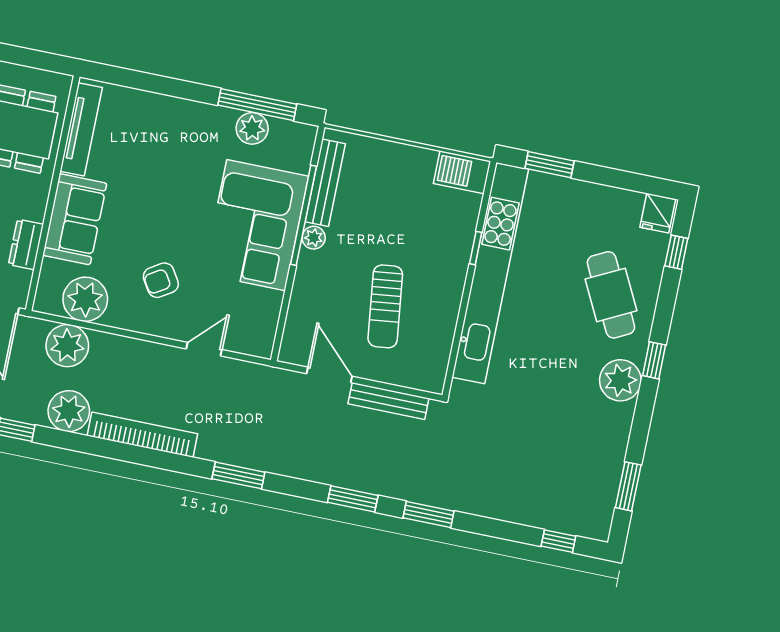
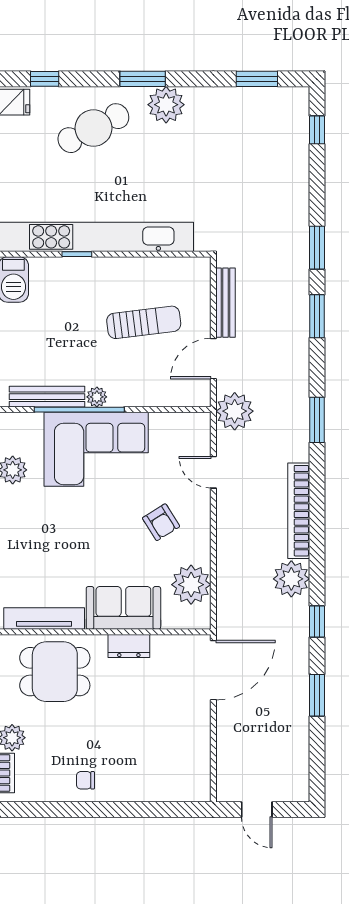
dresser: (26, 244) -> (129, 646), moved
plant: (67, 346) -> (235, 411), moved
window: (654, 360) -> (143, 79), width x1.50

